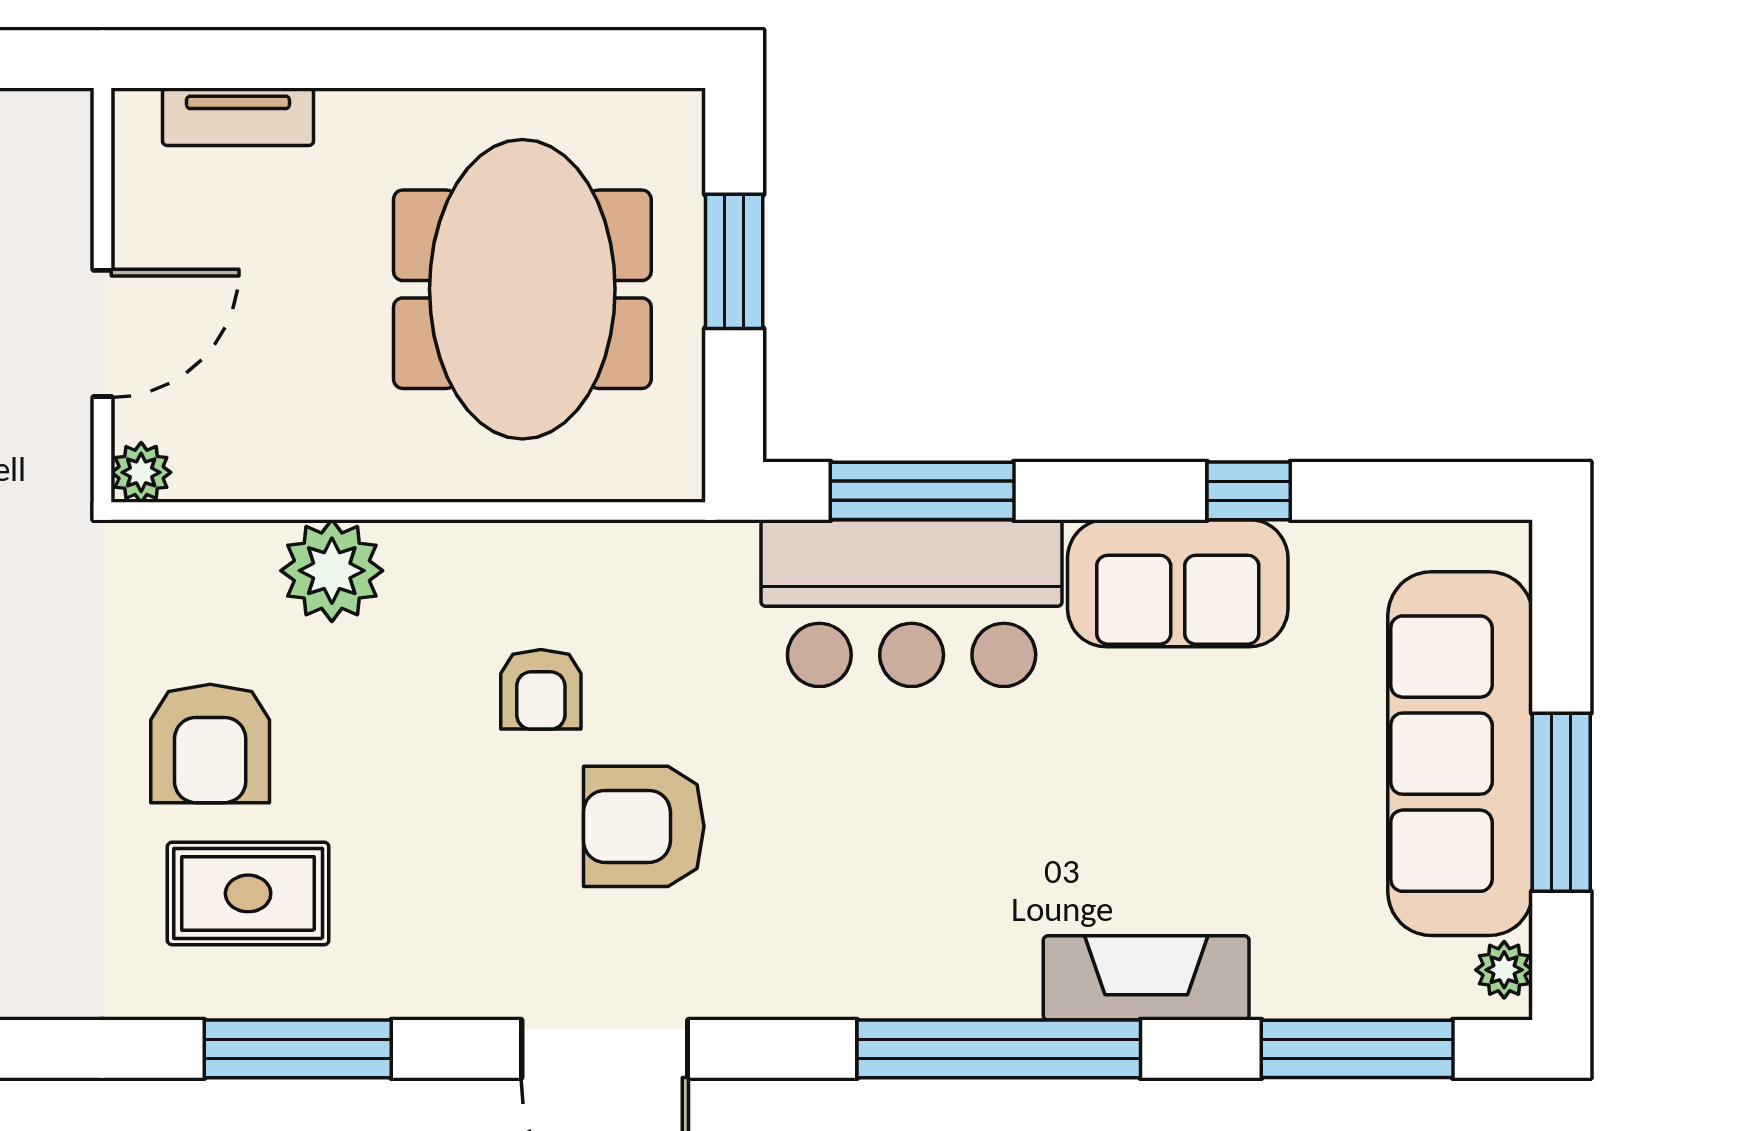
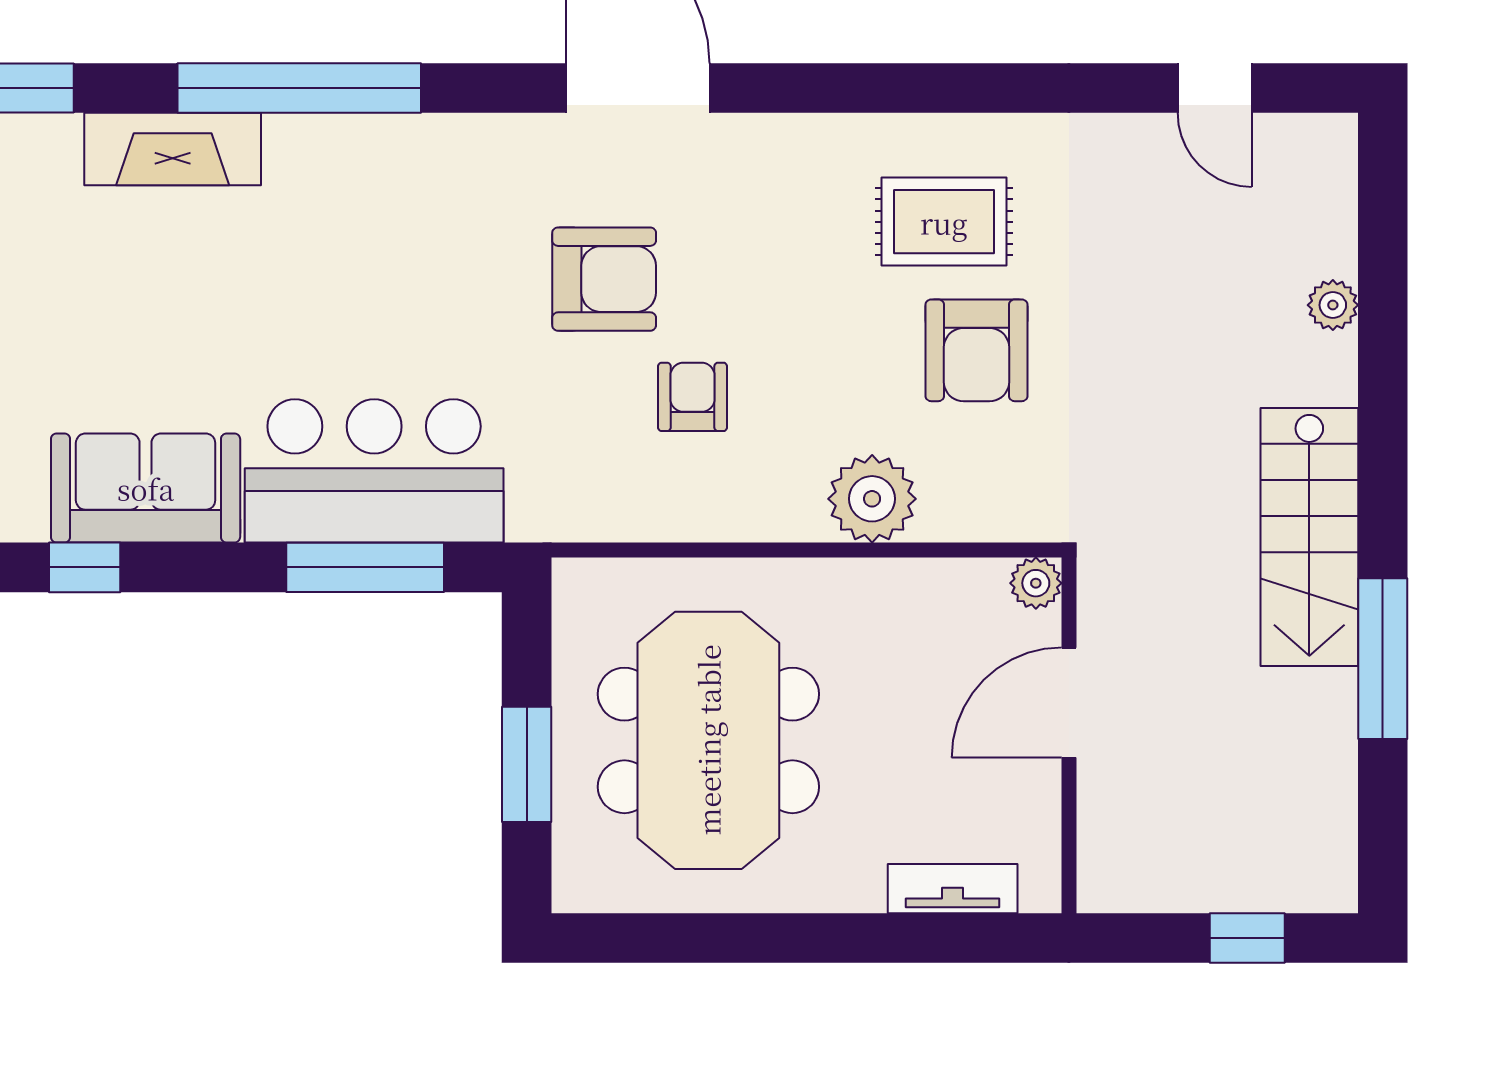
armchair: (210, 743) -> (976, 350), turned 180
window: (298, 1049) -> (901, 88), removed

